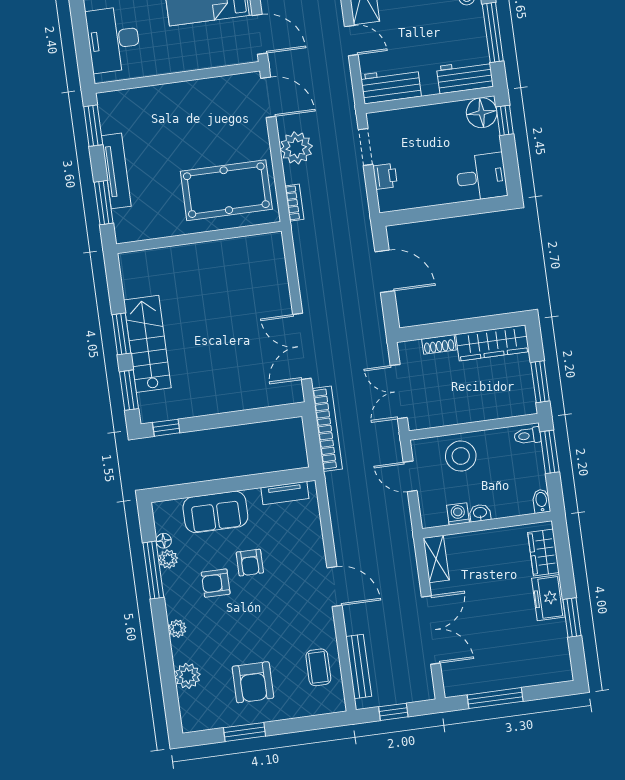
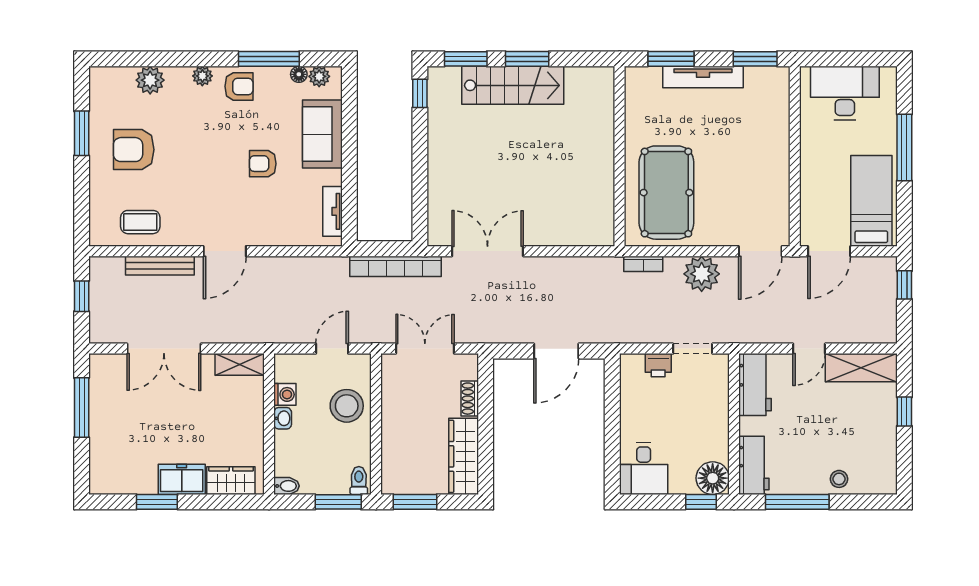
plant: (168, 559) -> (319, 76), moved
armchair: (216, 583) -> (239, 86), moved, turned 90
bench: (359, 666) -> (160, 266), moved

